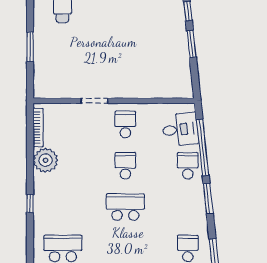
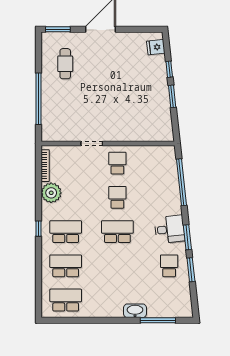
window: (30, 47) -> (38, 99), width x2.11
desk: (180, 129) -> (170, 229), moved
school desk: (188, 166) -> (66, 232), moved, width x1.85
window: (208, 199) -> (187, 237), moved

